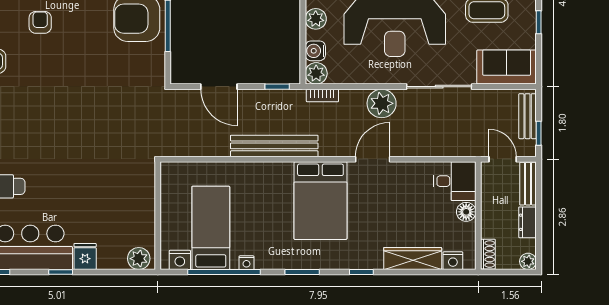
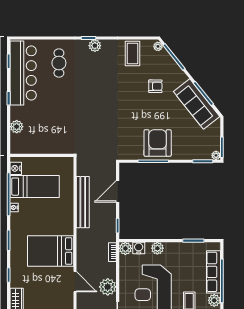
bench: (274, 146) -> (83, 202), moved
fridge: (85, 256) -> (18, 113), removed
plant: (139, 259) -> (17, 127), moved

